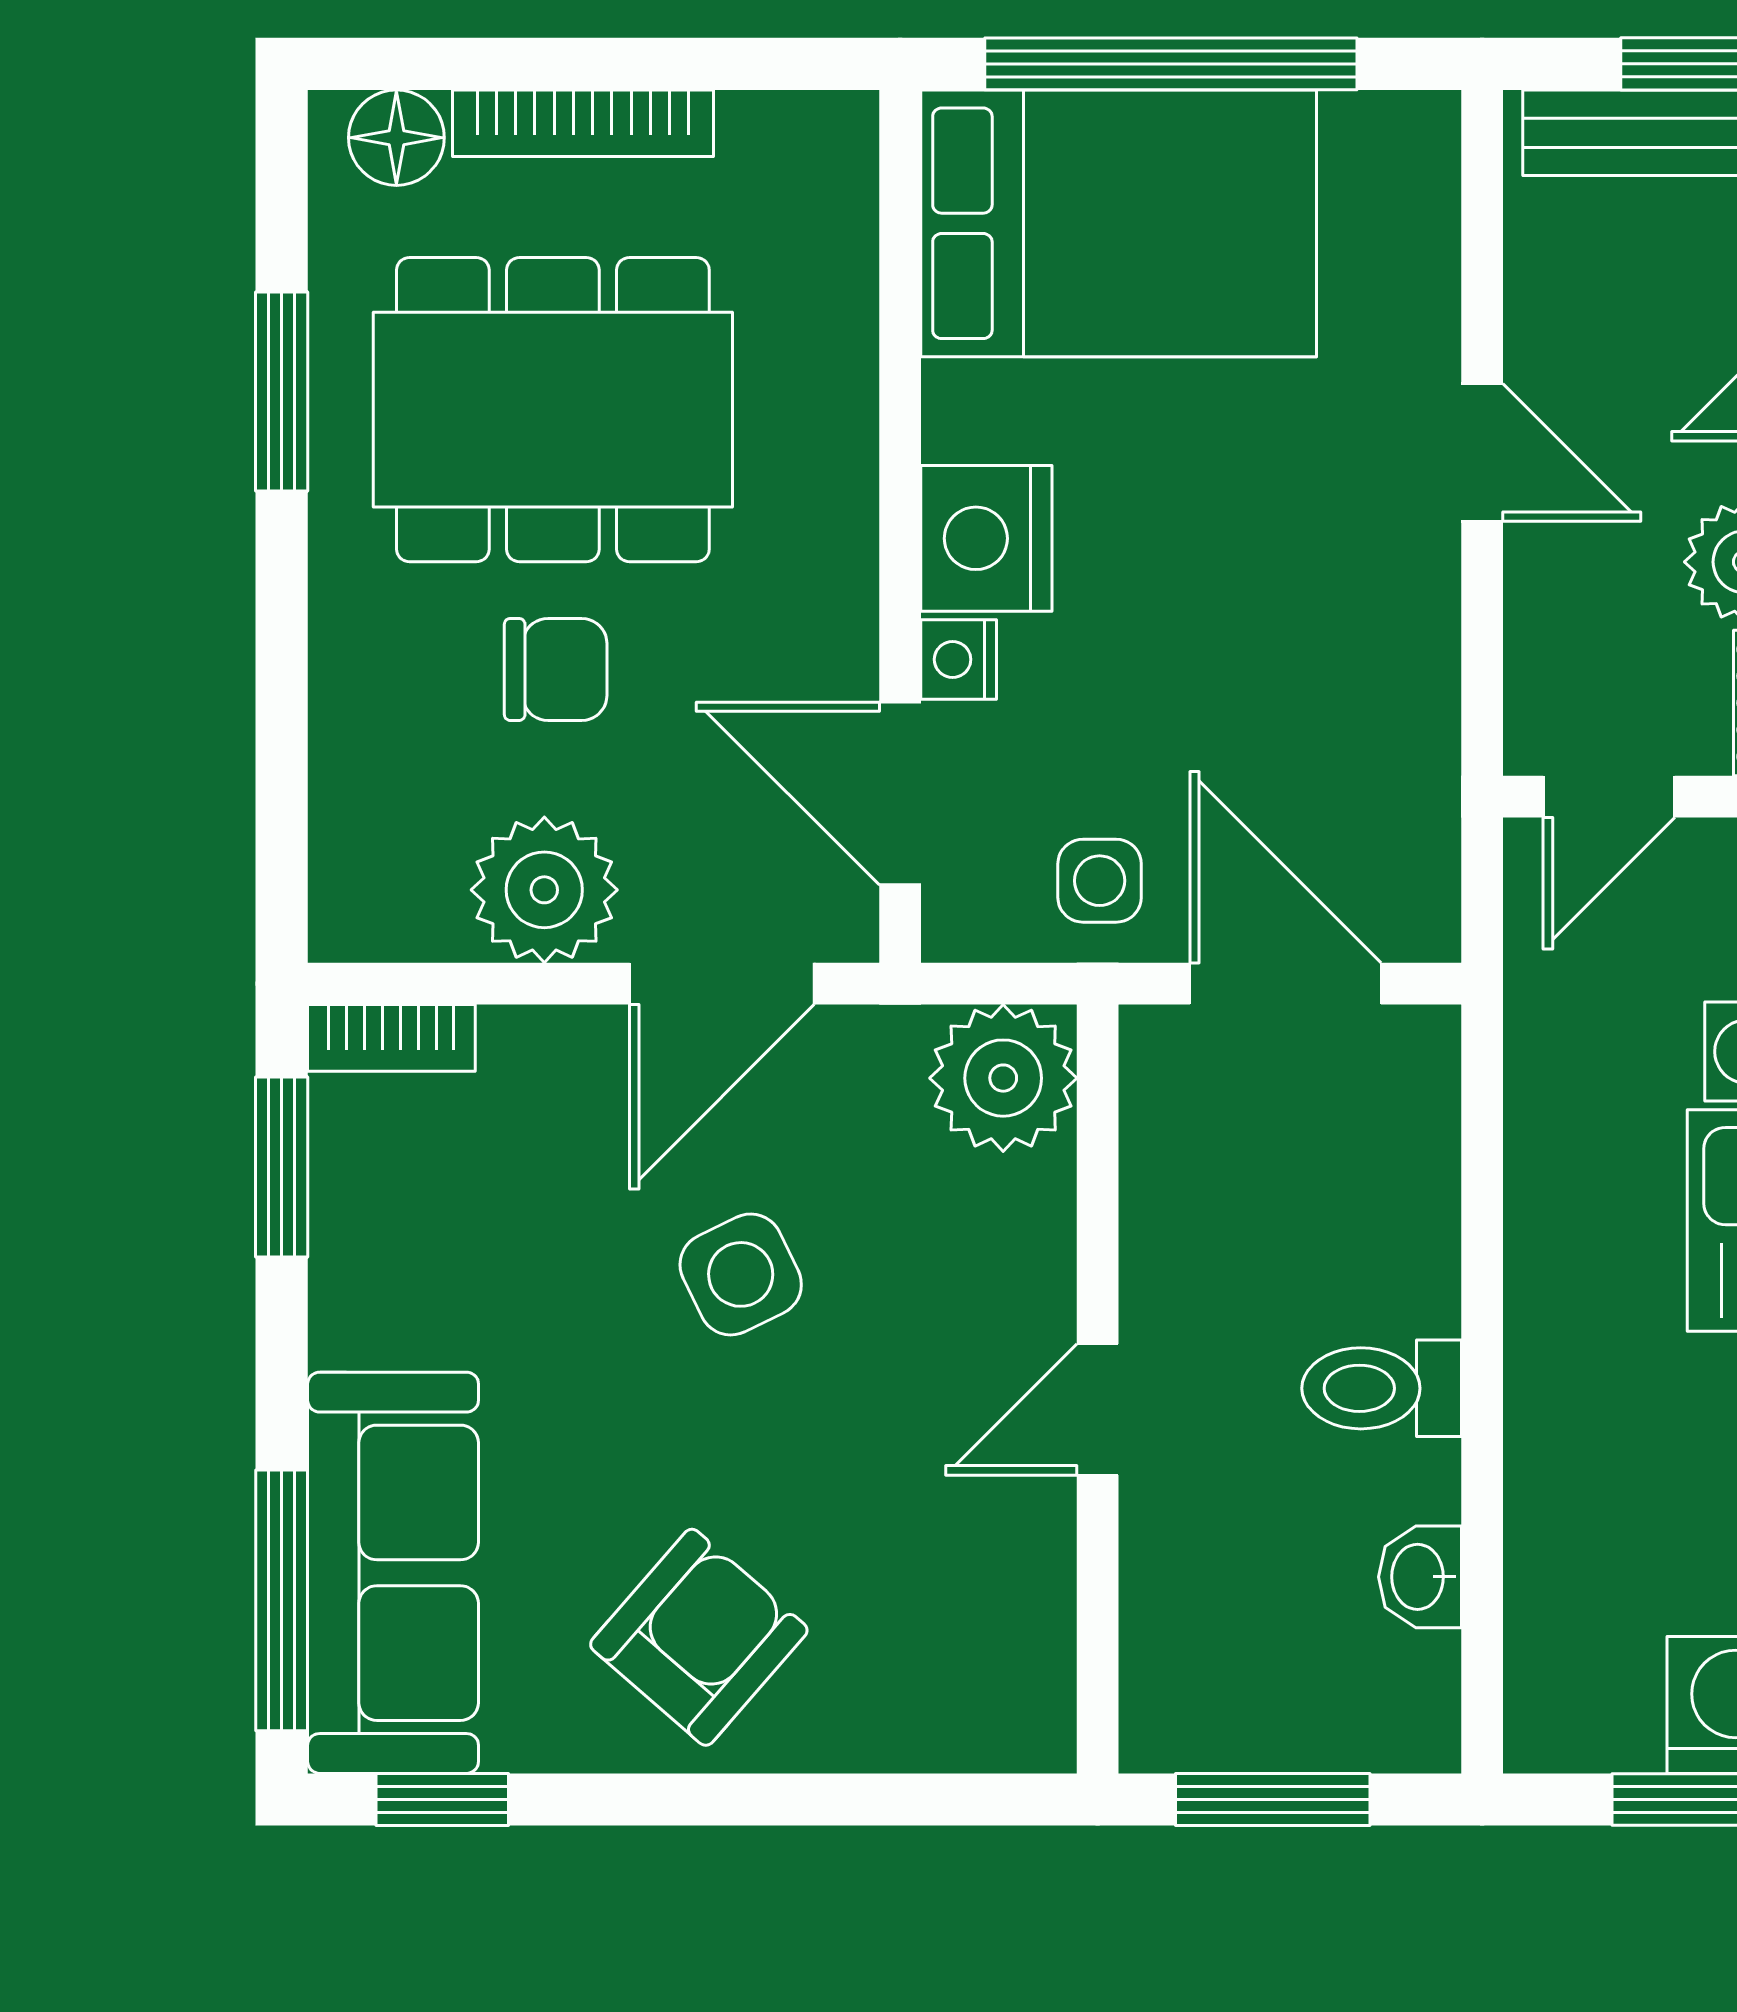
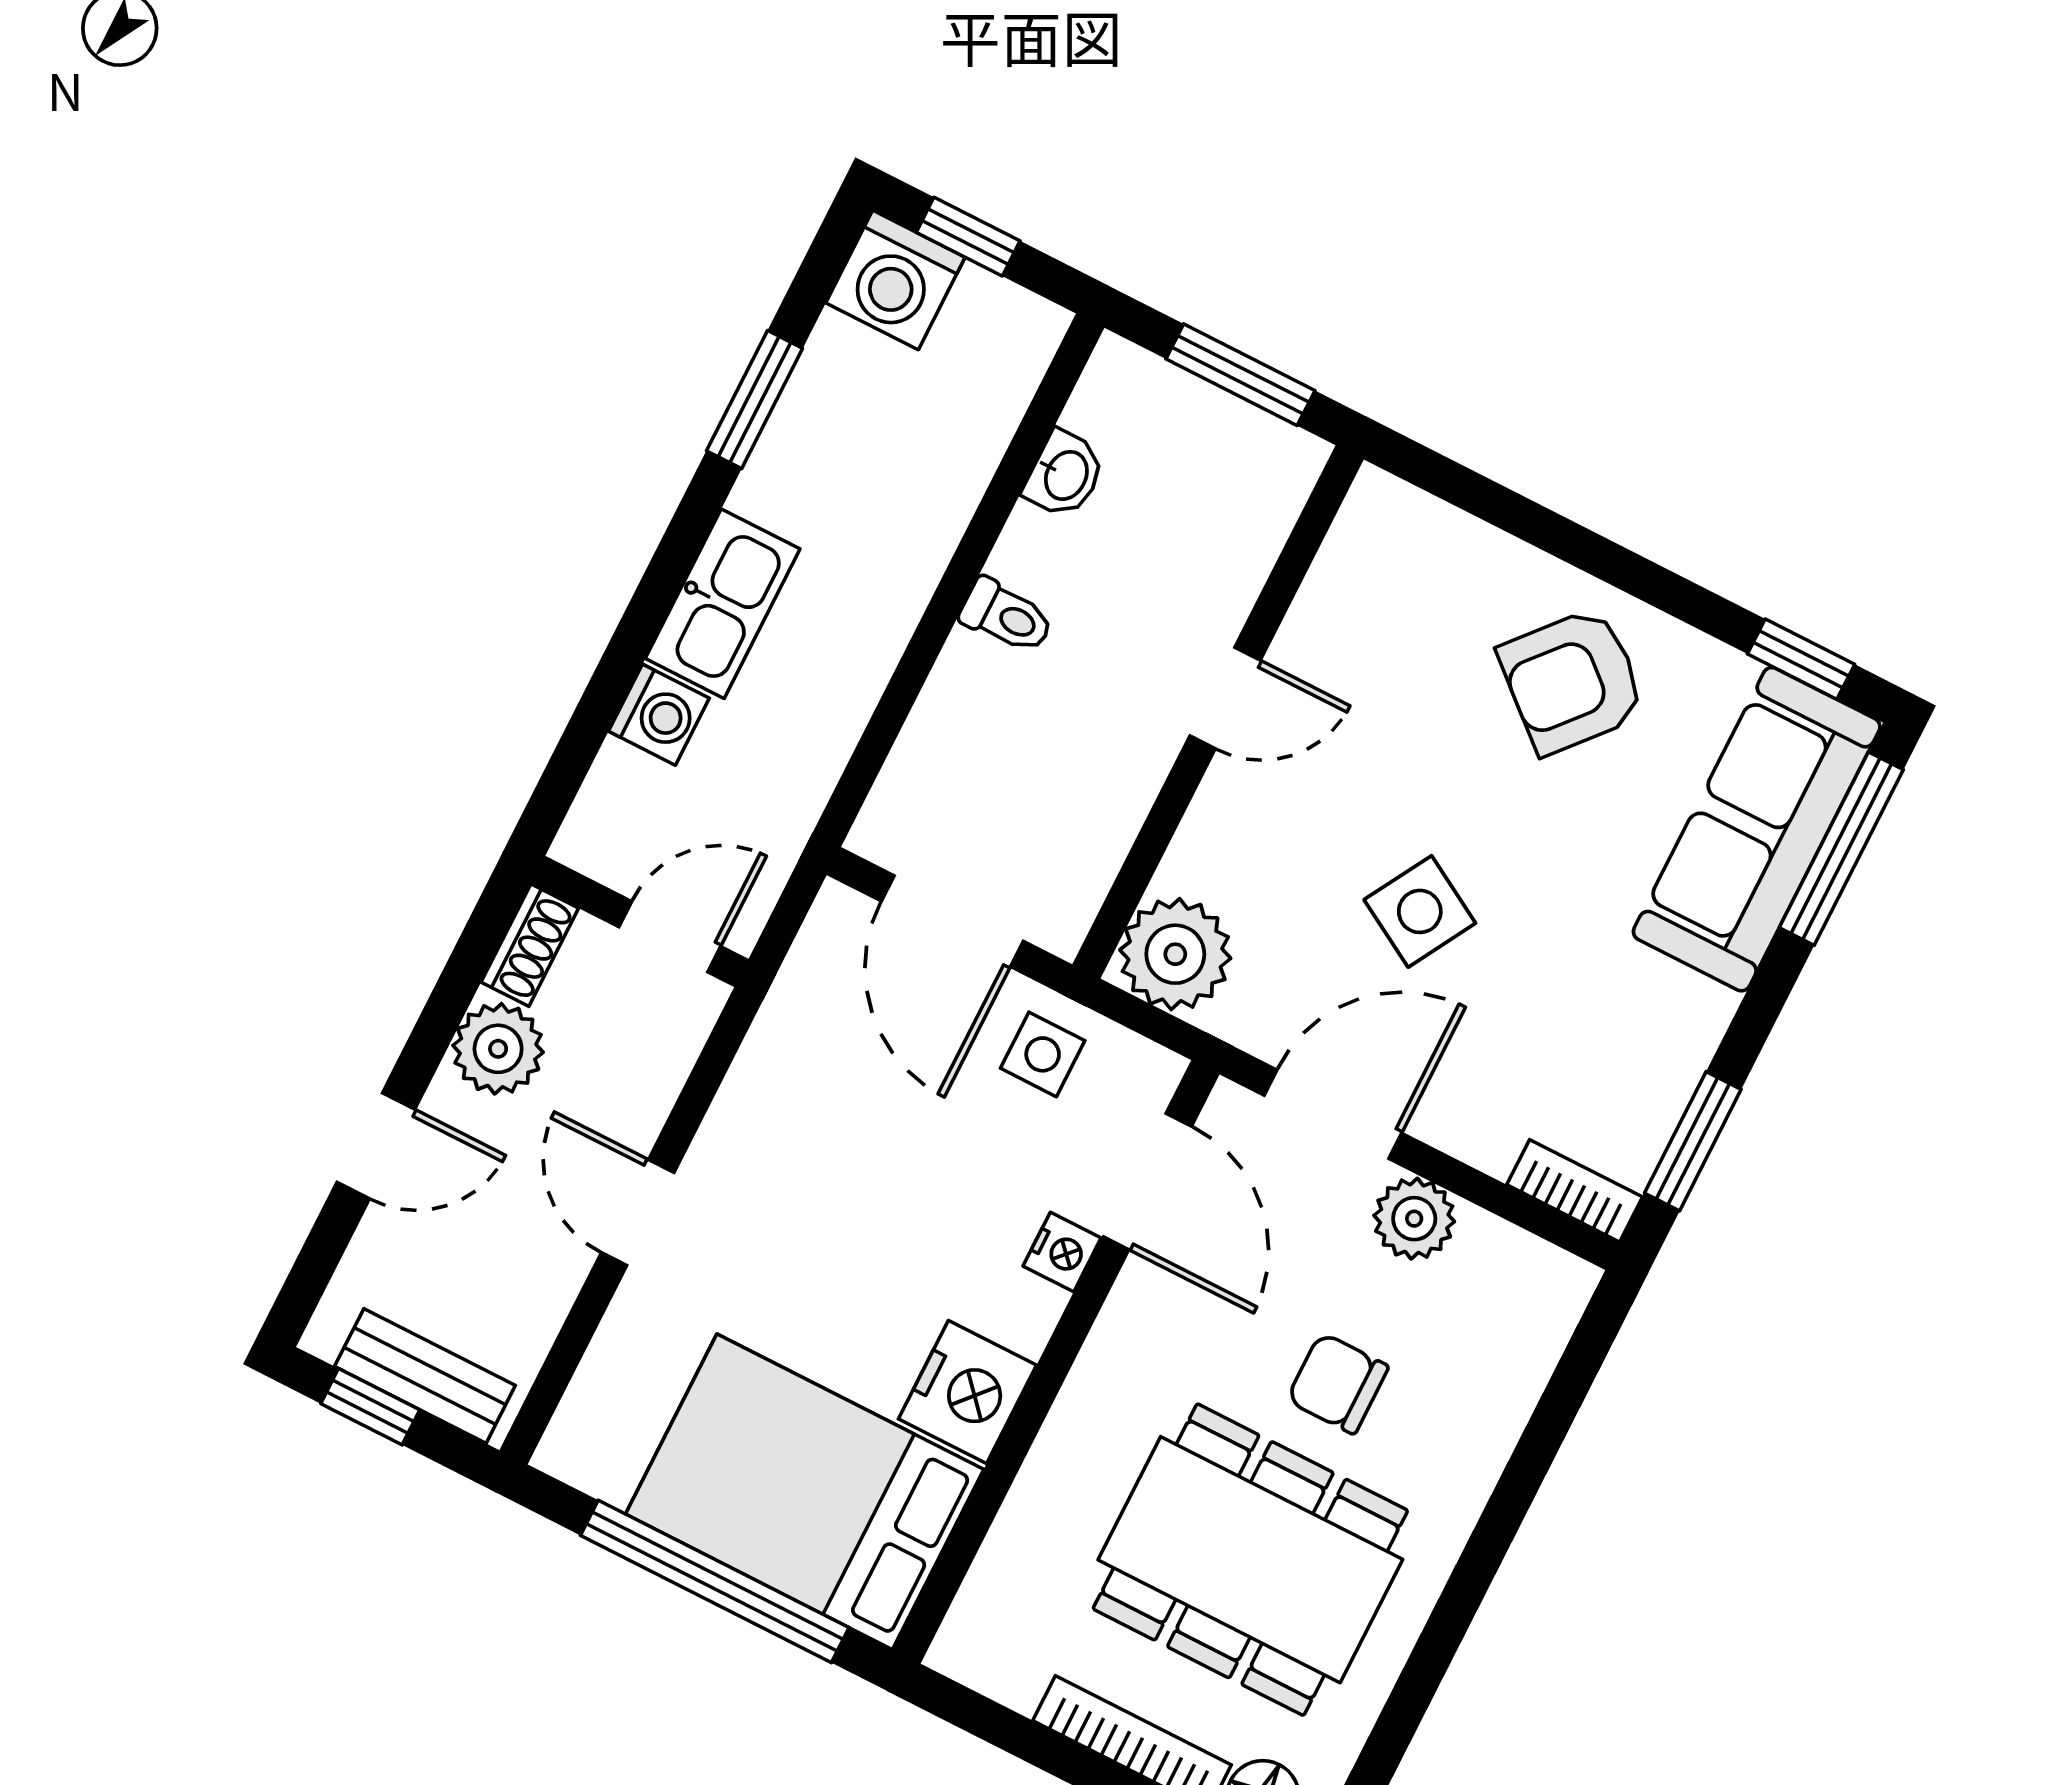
window: (282, 391) -> (1427, 1665), removed
nightstand: (986, 538) -> (967, 1392), moved
plant: (544, 890) -> (1414, 1219), width x0.73, depth x0.73
side table: (741, 1274) -> (1420, 911), turned -34
toilet: (1382, 1388) -> (1007, 616), width x0.73, depth x0.72

